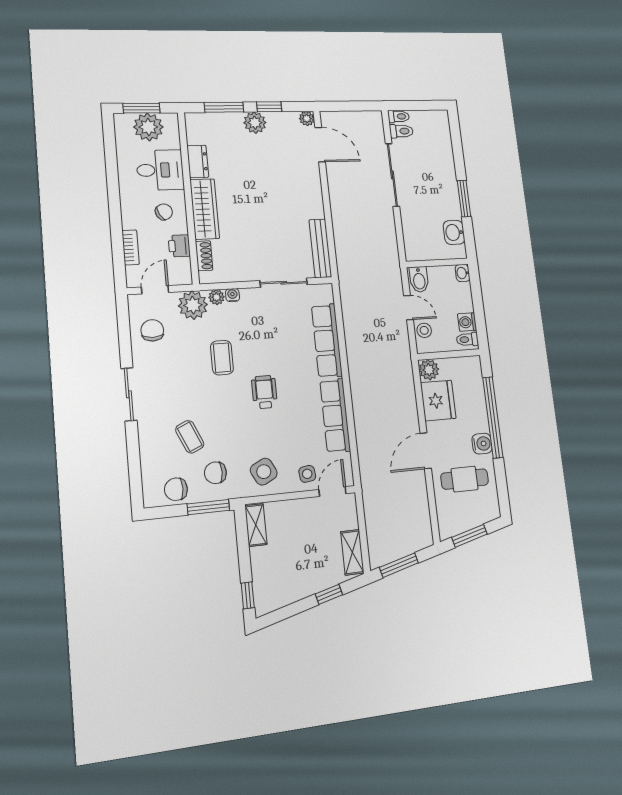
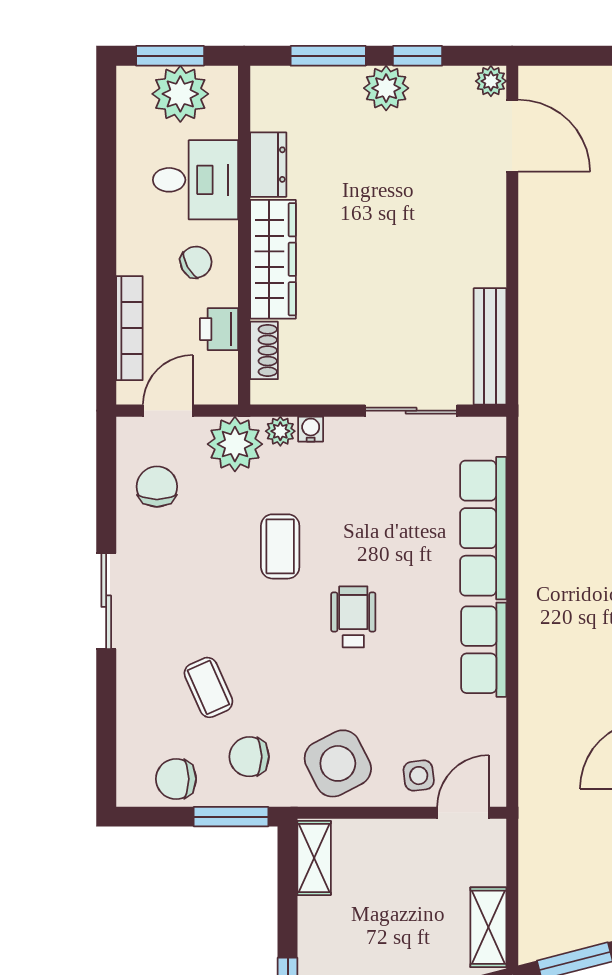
bookcase: (131, 247) -> (129, 328), width x1.56
row of seats: (335, 416) -> (484, 650), width x0.68
side table: (264, 472) -> (338, 763), width x1.37, depth x1.37

